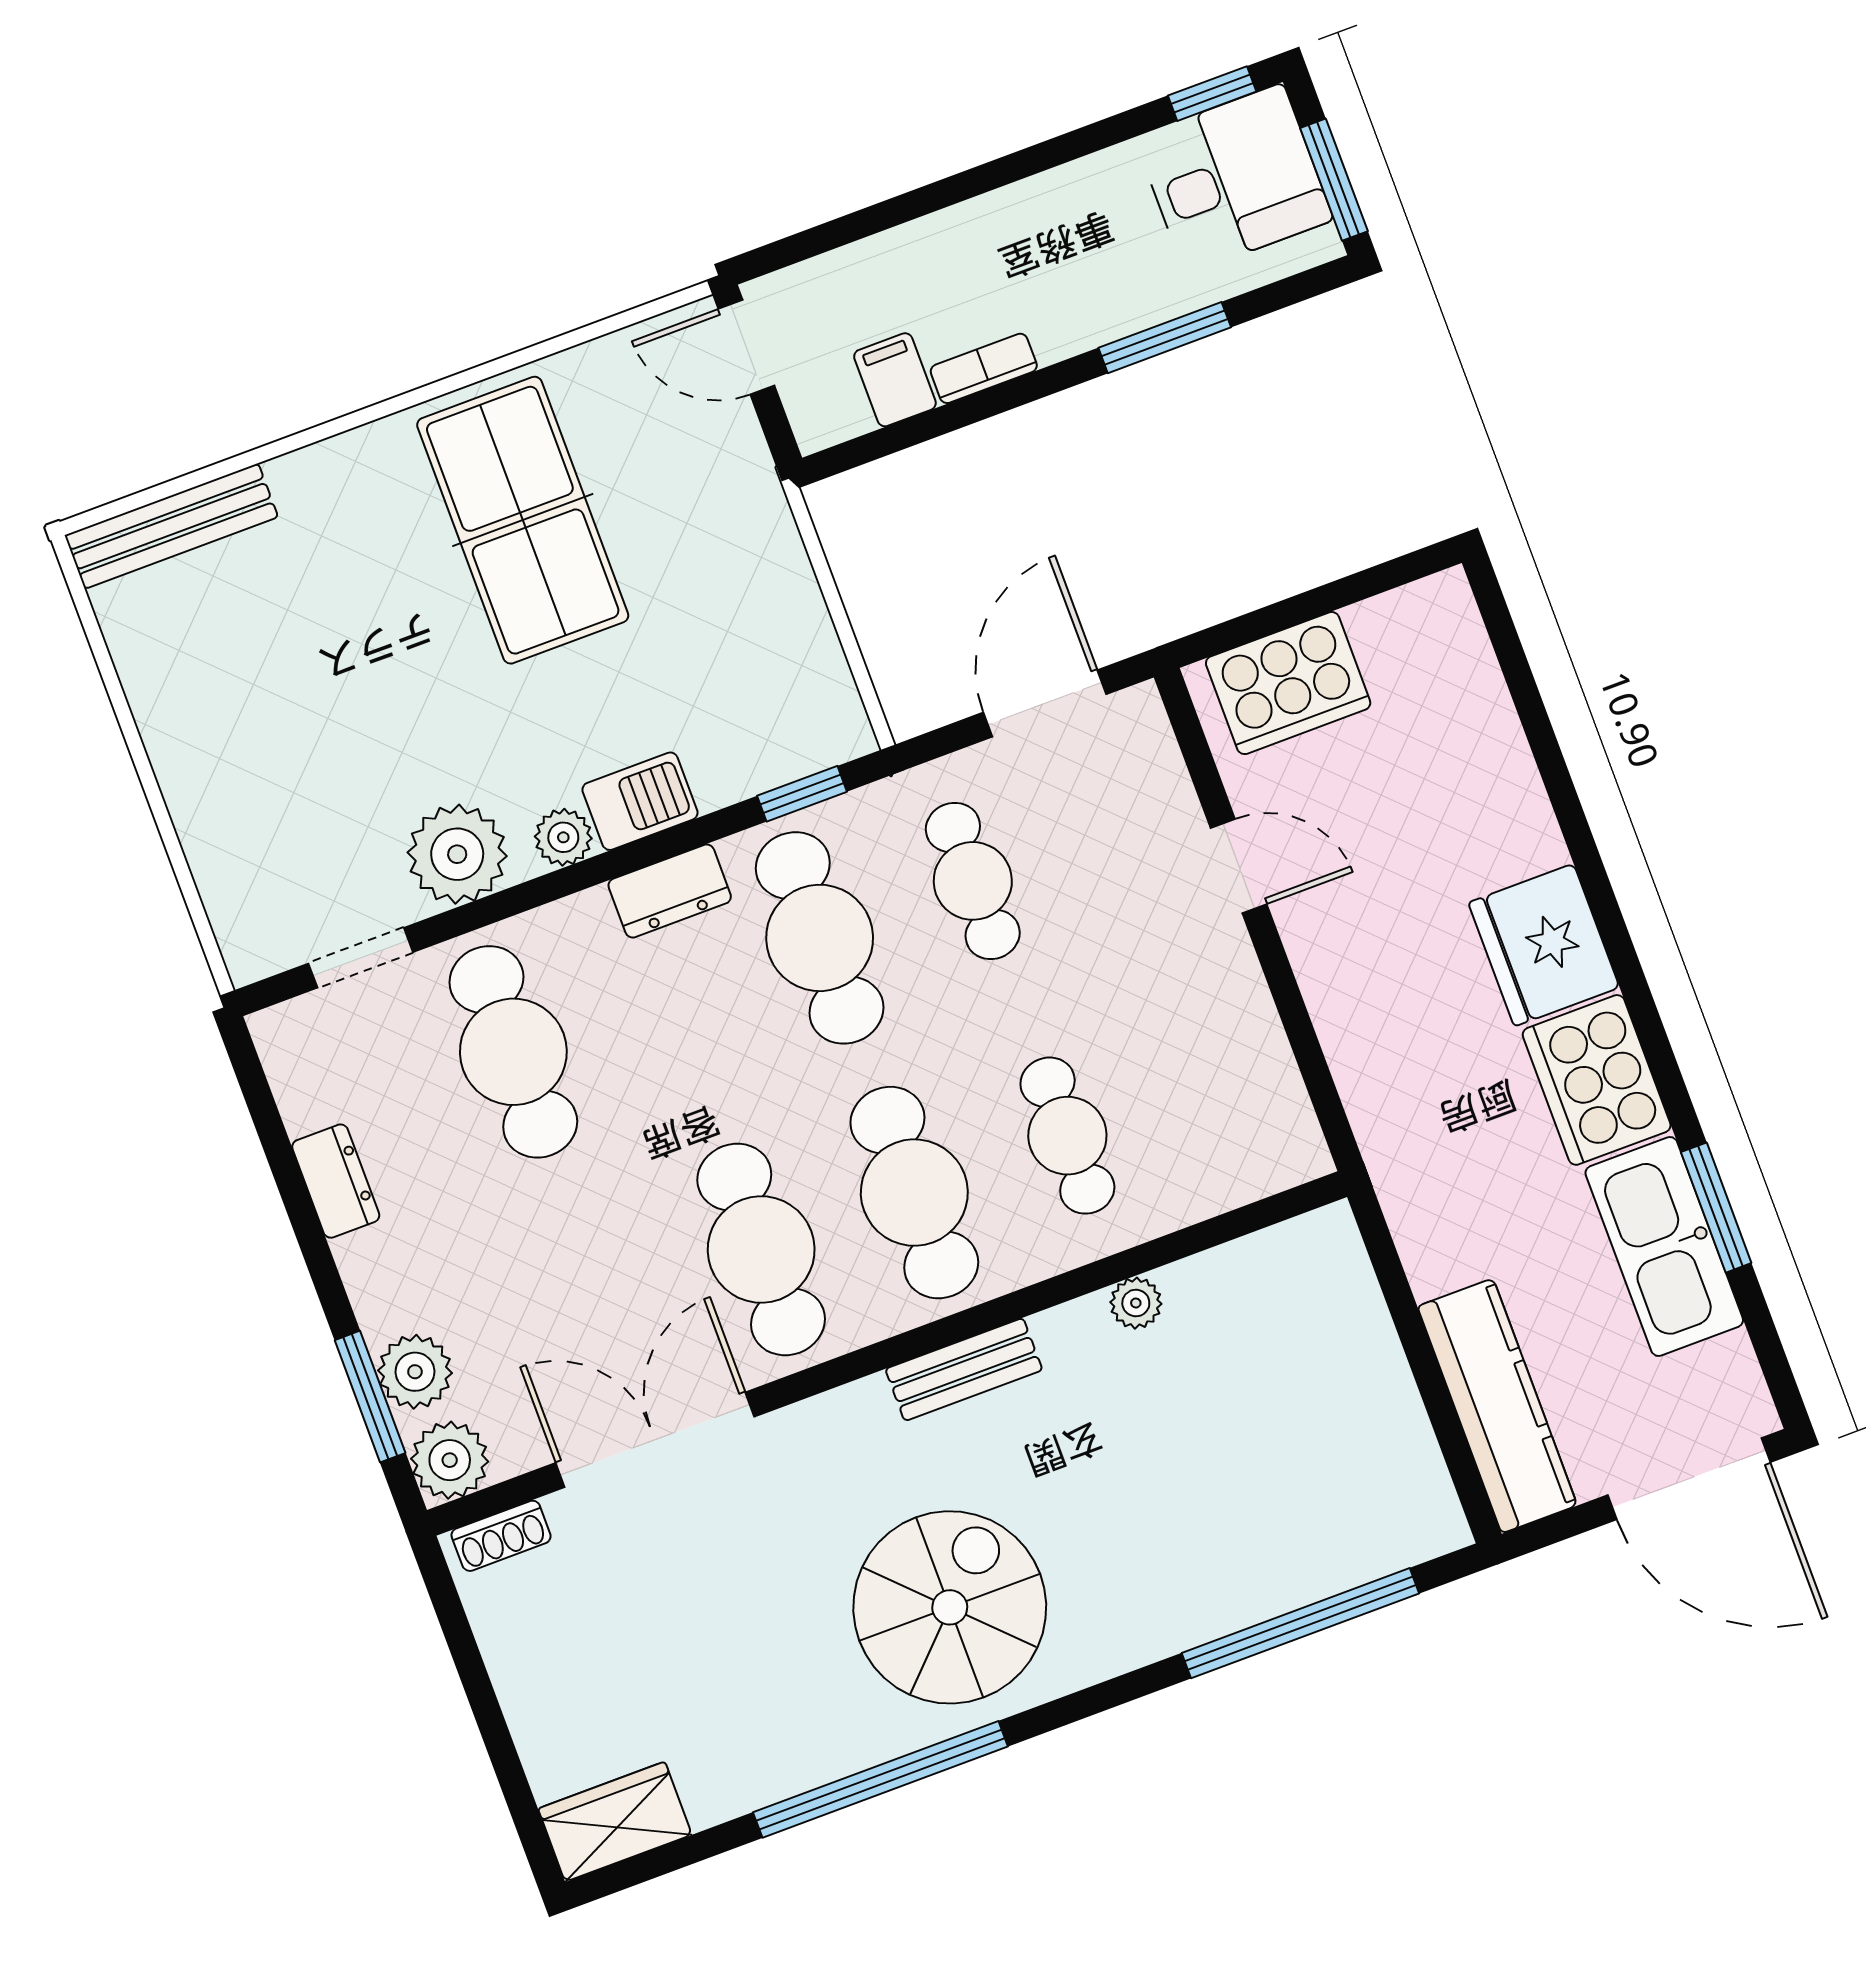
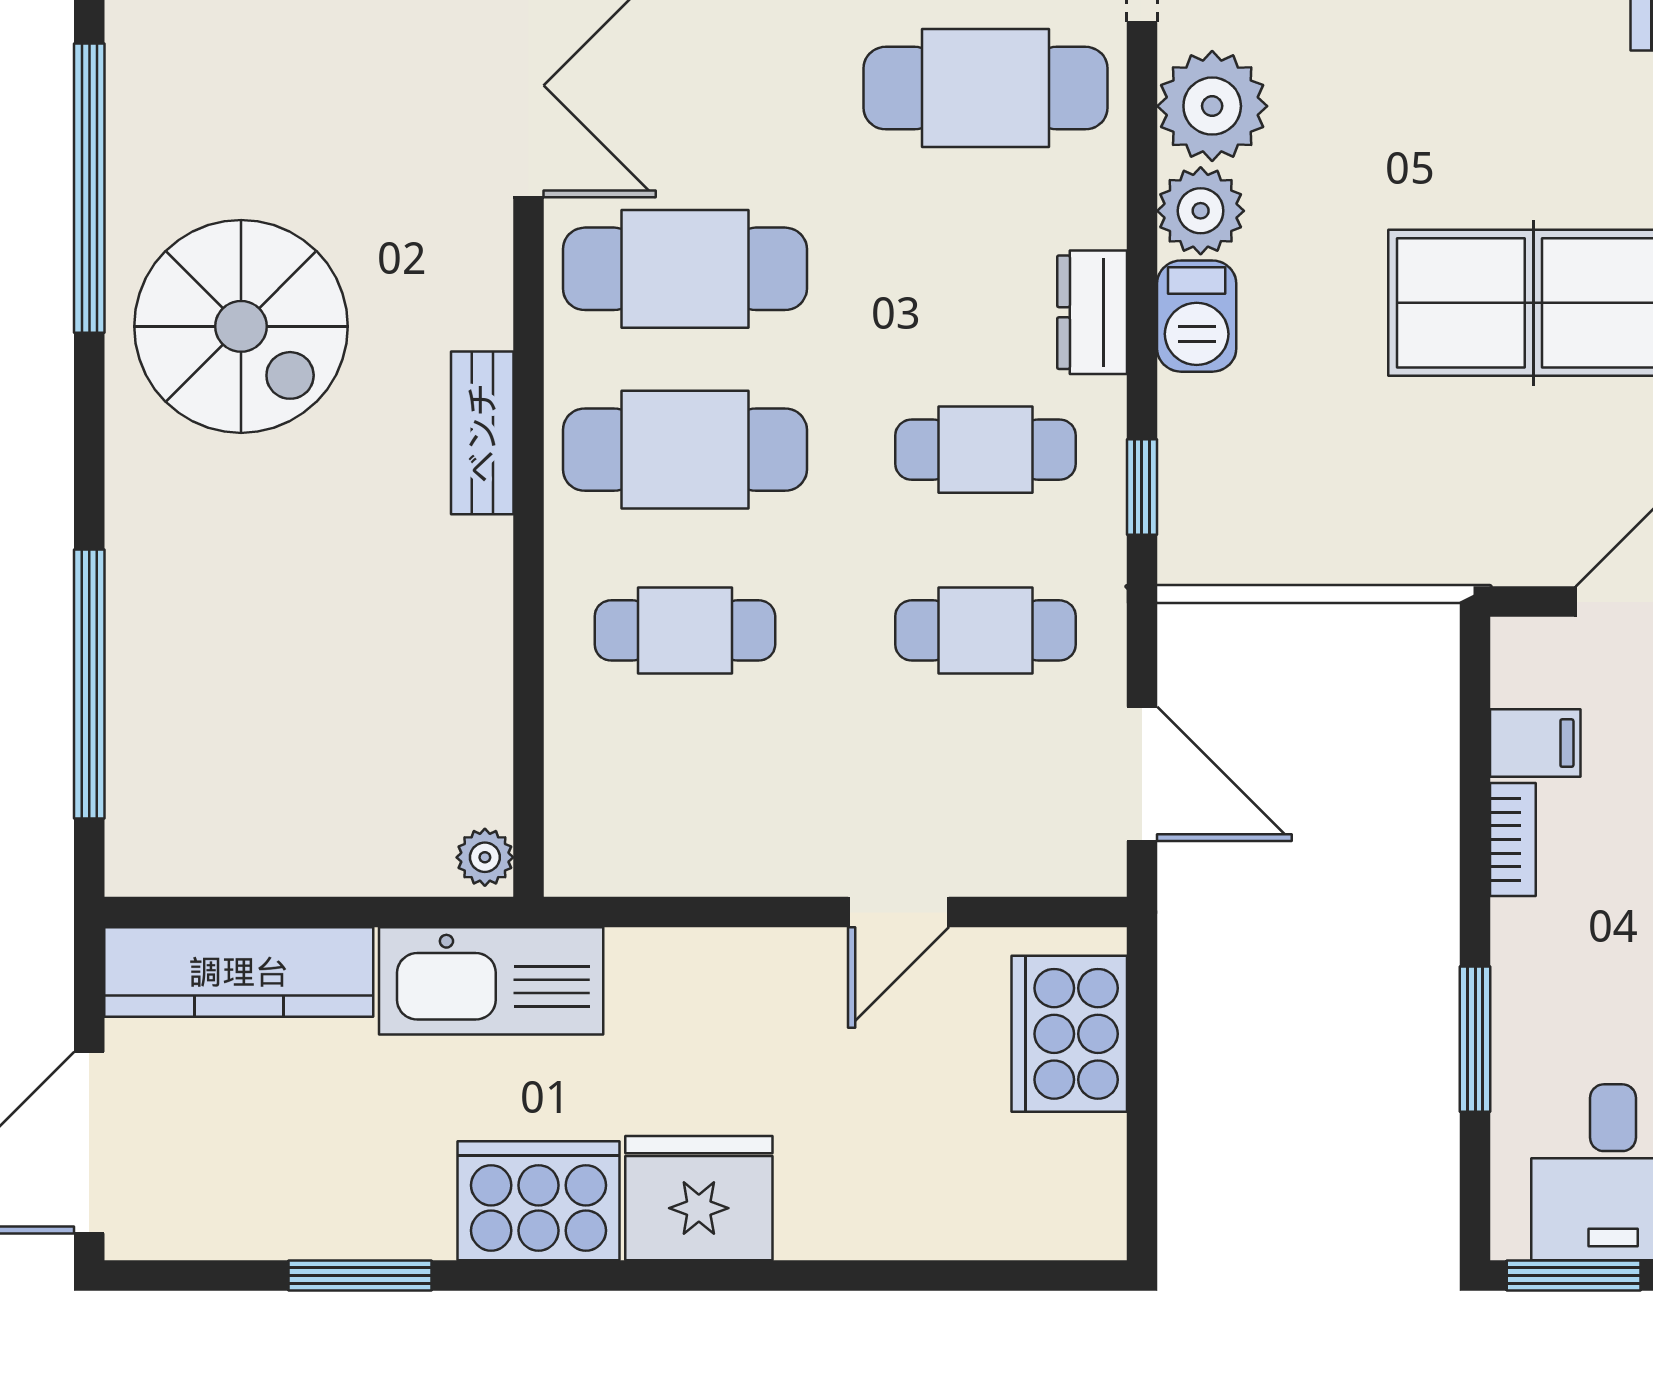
plant: (563, 837) -> (1201, 211), width x1.38, depth x1.38
cafe table: (820, 938) -> (986, 450), width x0.73, depth x0.74
kitchen sink: (1664, 1247) -> (491, 981), moved, turned 180
plant: (1136, 1303) -> (485, 857), moved

